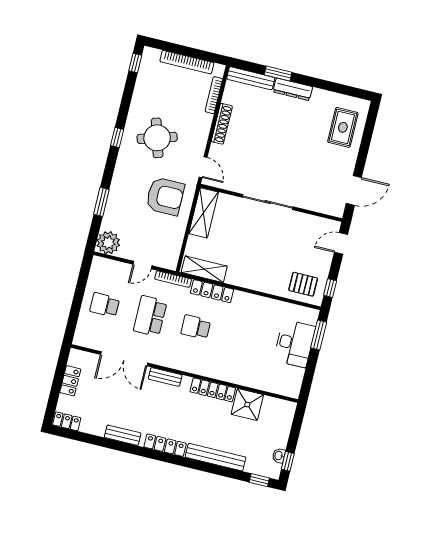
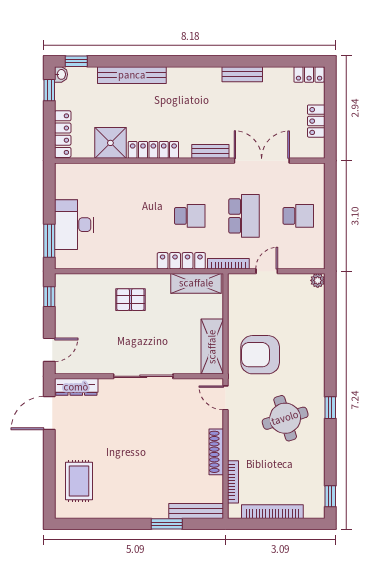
dresser: (293, 89) -> (76, 387), moved, turned 180
window: (101, 202) -> (330, 331), removed
plant: (108, 243) -> (318, 280), width x0.53, depth x0.53
pallet: (303, 284) -> (130, 300), moved
locker: (165, 445) -> (63, 134), moved, turned -90
washbasin: (279, 456) -> (61, 74), moved

